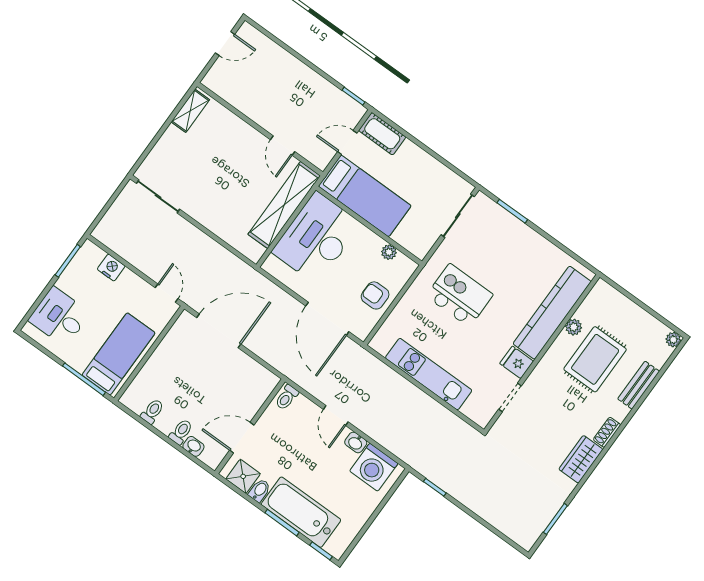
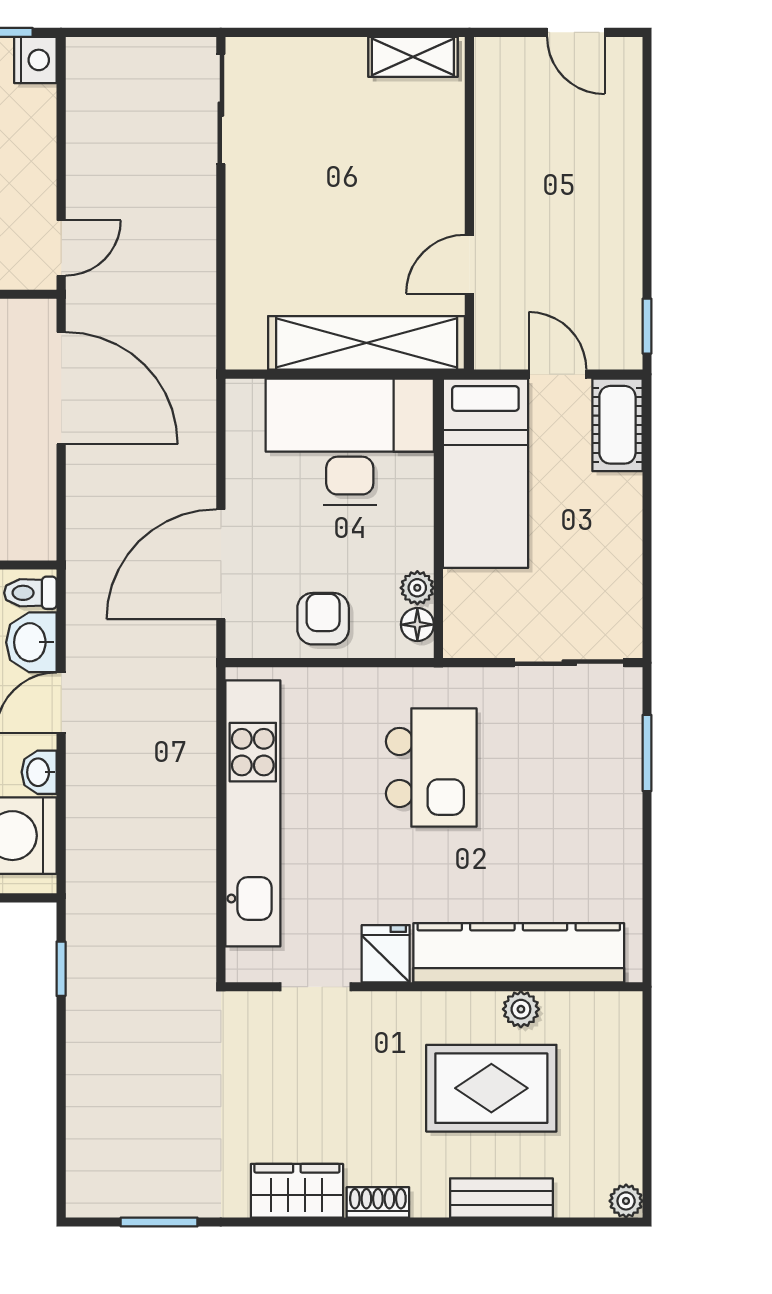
floor lamp: (403, 262) -> (417, 625), added
nightstand: (111, 268) -> (35, 60), moved
kitchen unit: (429, 374) -> (253, 813), width x1.36
washbasin: (305, 410) -> (31, 642), added

